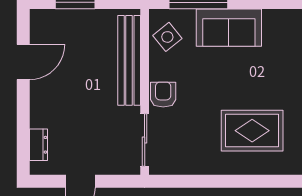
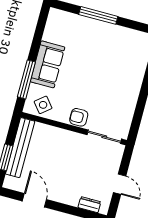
bench: (129, 60) -> (20, 148), moved, turned 90
rug: (252, 131) -> (117, 67), removed

